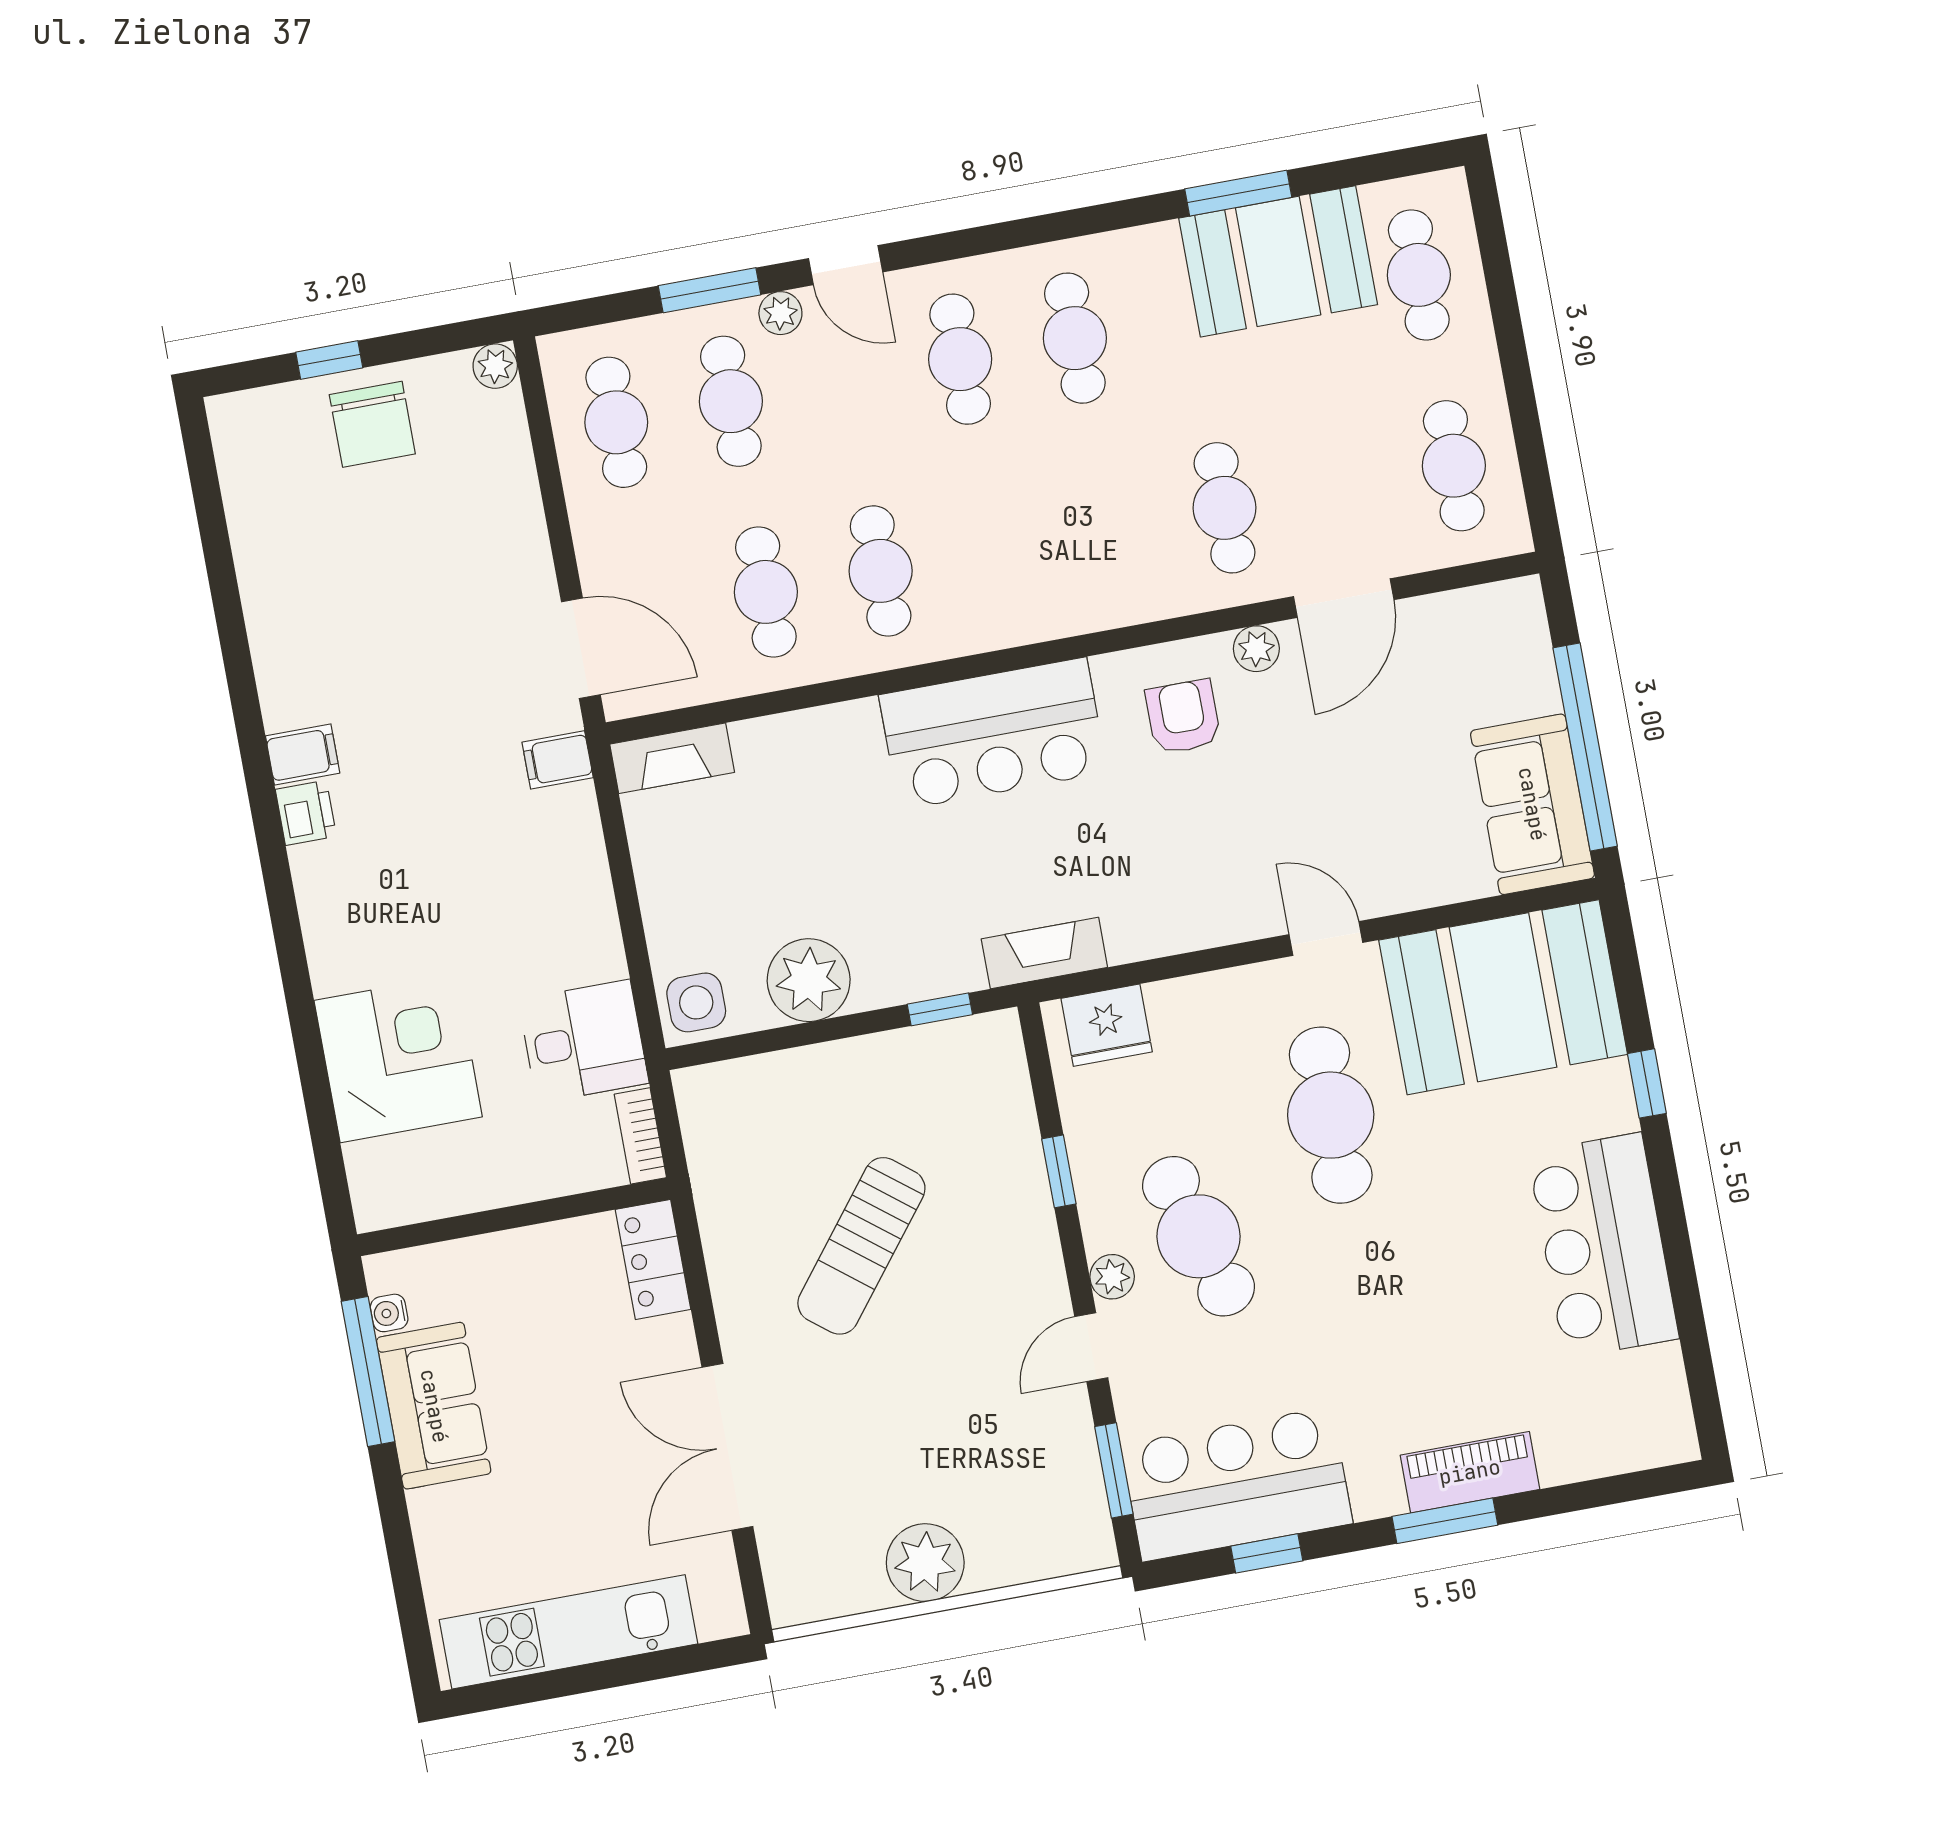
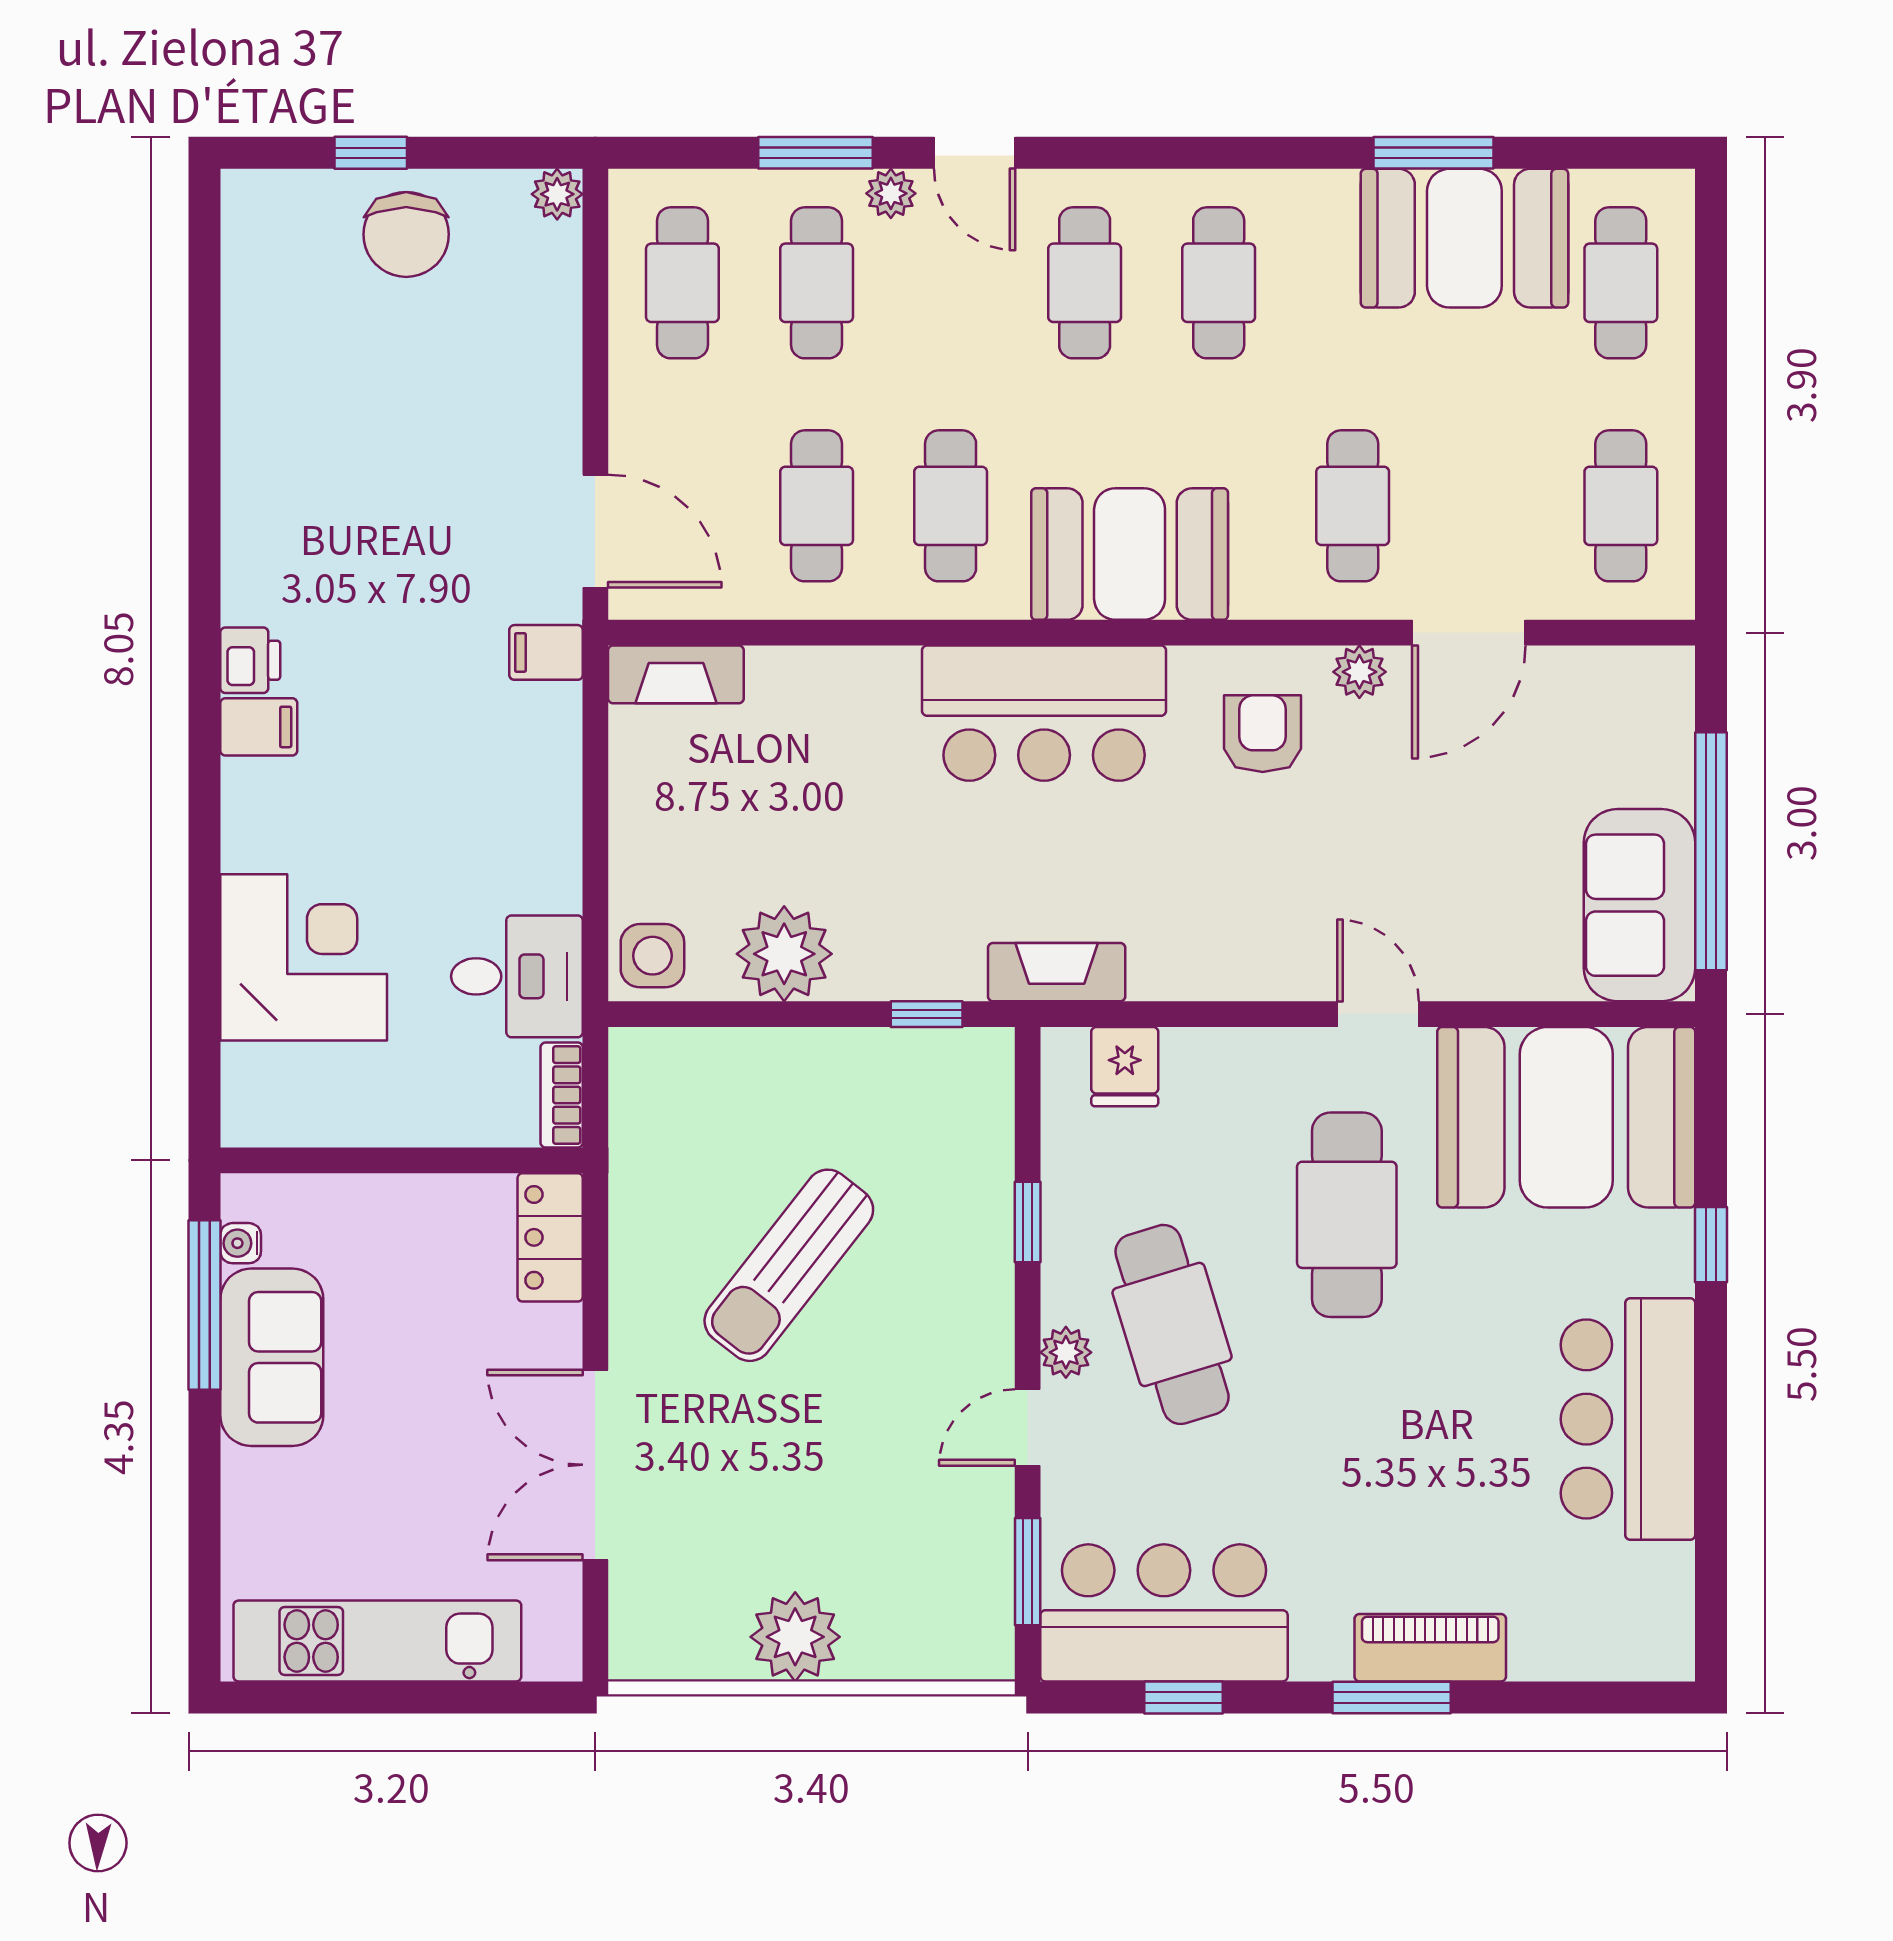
booth: (1041, 584) -> (1130, 554), added
filing cabinet: (303, 754) -> (259, 727), moved
fridge: (1107, 1025) -> (1125, 1067), width x0.72

